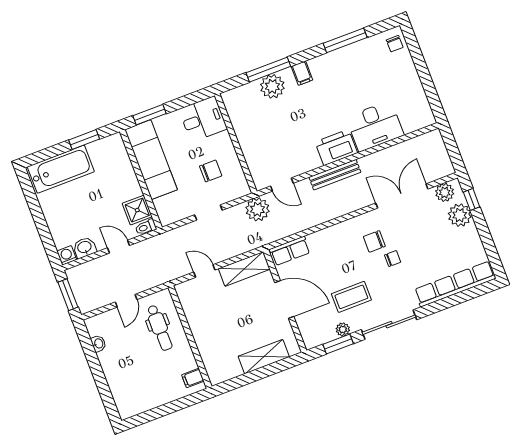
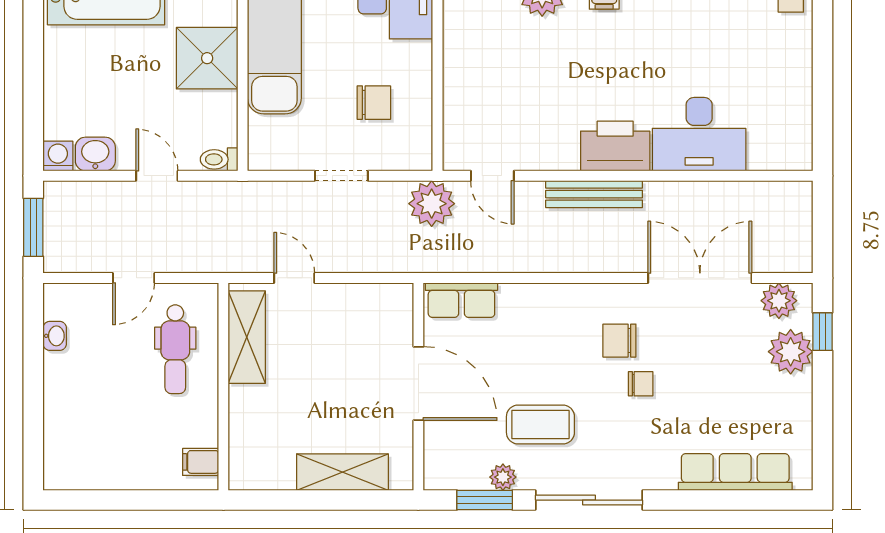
shower: (137, 210) -> (207, 58), moved, width x1.36, depth x1.36
shelving: (244, 269) -> (247, 337), moved, turned 90
row of seats: (455, 284) -> (735, 472), width x0.73

